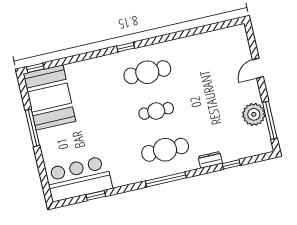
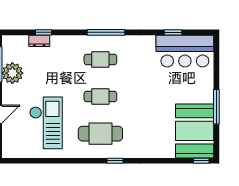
checkout: (207, 70) -> (46, 123), added
cafe table: (165, 150) -> (100, 59), width x0.73, depth x0.74
dresser: (210, 160) -> (39, 41), moved

